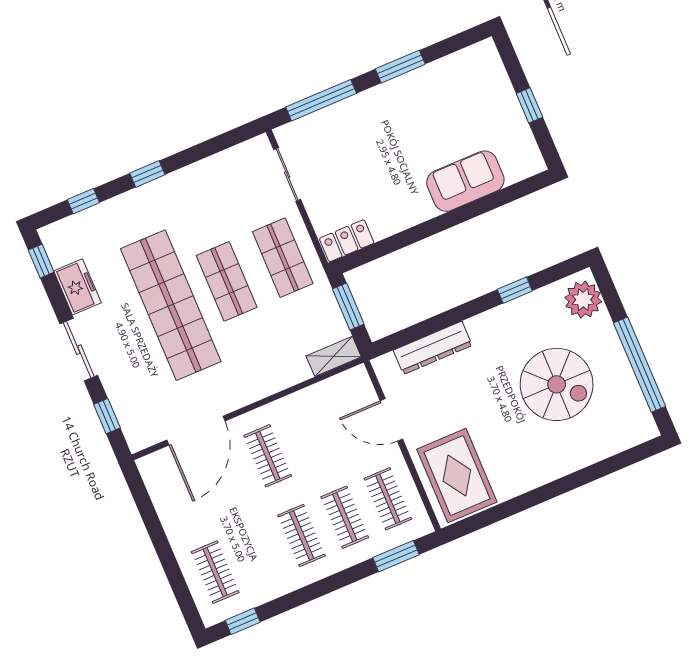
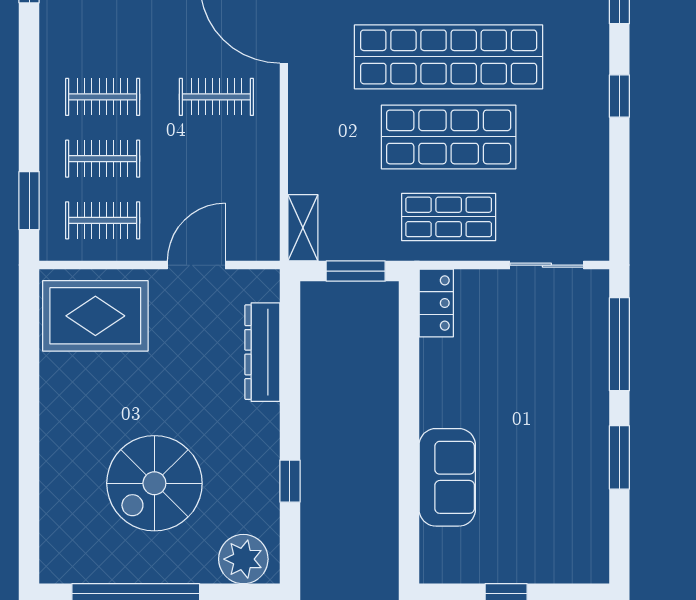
shop shelf: (227, 281) -> (449, 137), width x1.43, depth x1.36

